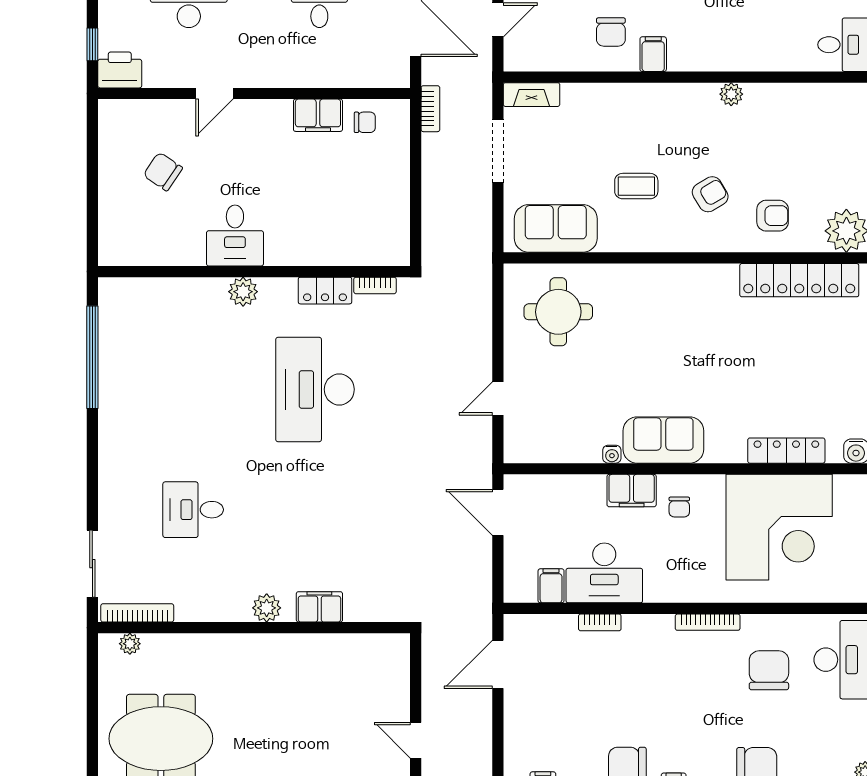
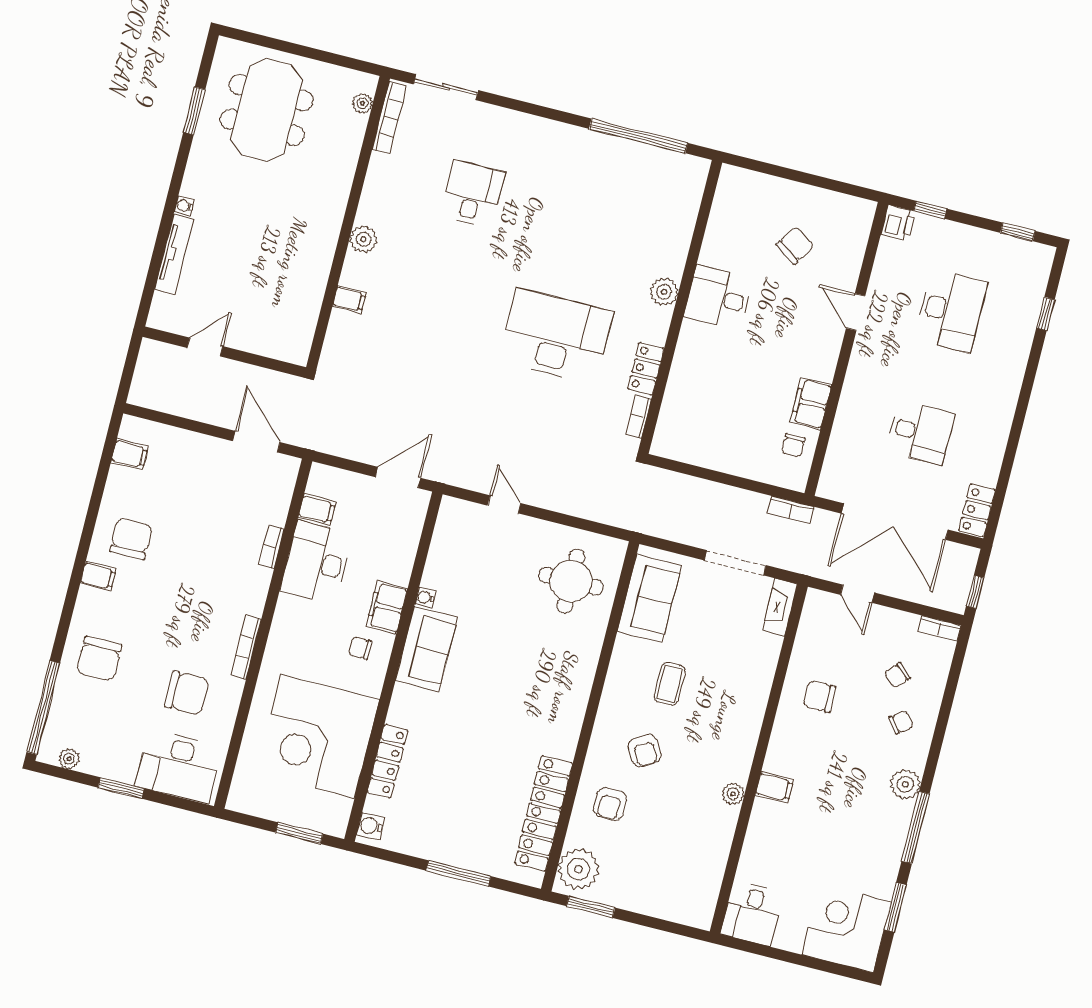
filing cabinet: (653, 54) -> (774, 787), moved
printer: (120, 70) -> (898, 223), width x0.73, depth x0.81
filing cabinet: (319, 607) -> (349, 299), width x0.50

